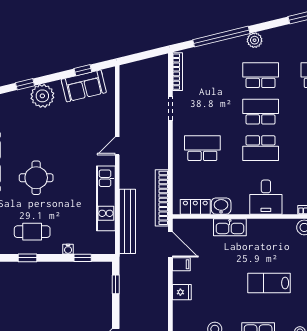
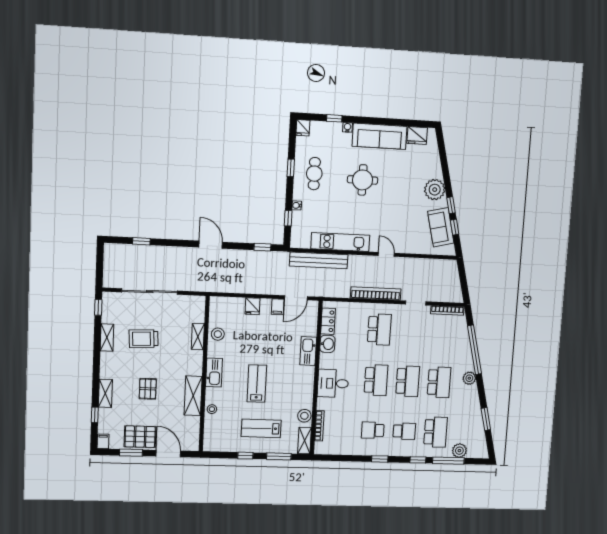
window: (25, 84) -> (451, 205), moved
school desk: (261, 148) -> (376, 380), turned 180
bookcase: (162, 198) -> (376, 294), moved

